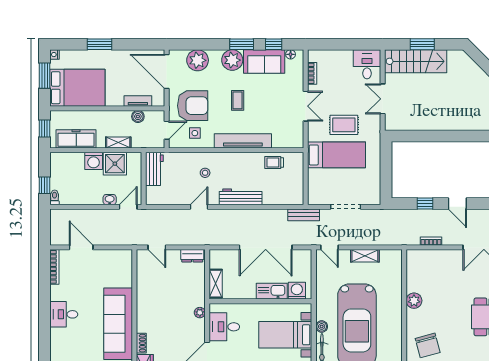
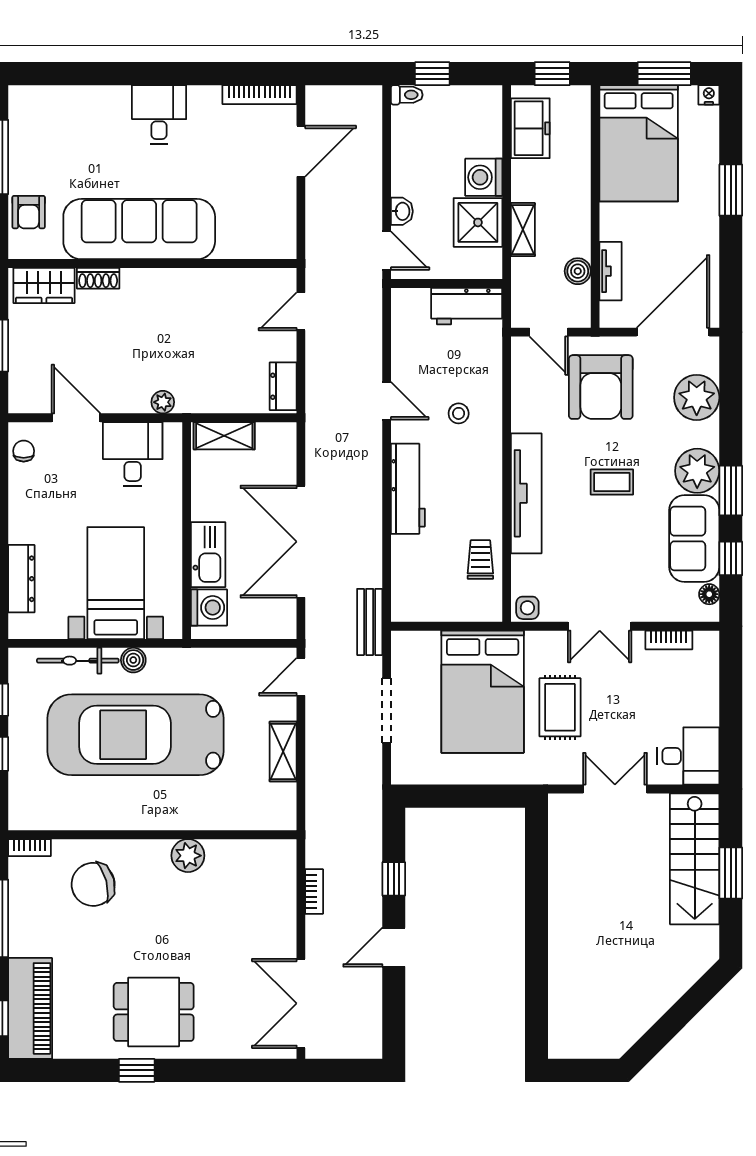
side table: (195, 133) -> (527, 608), moved
freezer: (76, 139) -> (530, 128), width x0.71
bed: (337, 155) -> (483, 692), width x1.50

